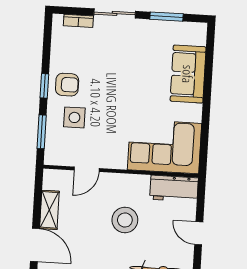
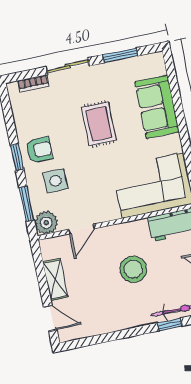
rug: (129, 75) -> (99, 124), added
plant: (55, 154) -> (46, 223), added
door: (35, 245) -> (50, 318), width x0.73

